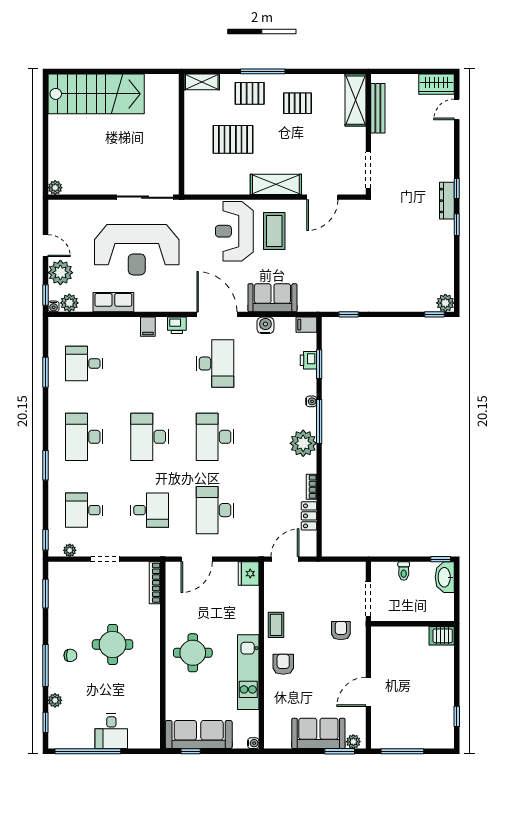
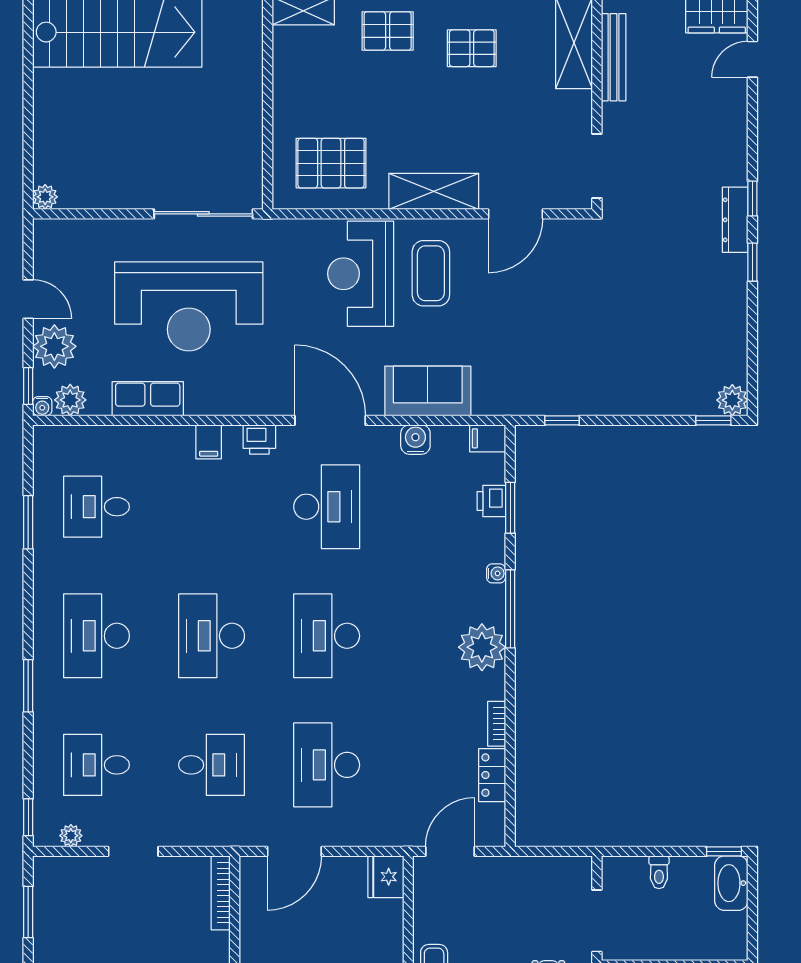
pallet: (233, 139) -> (331, 163), moved

